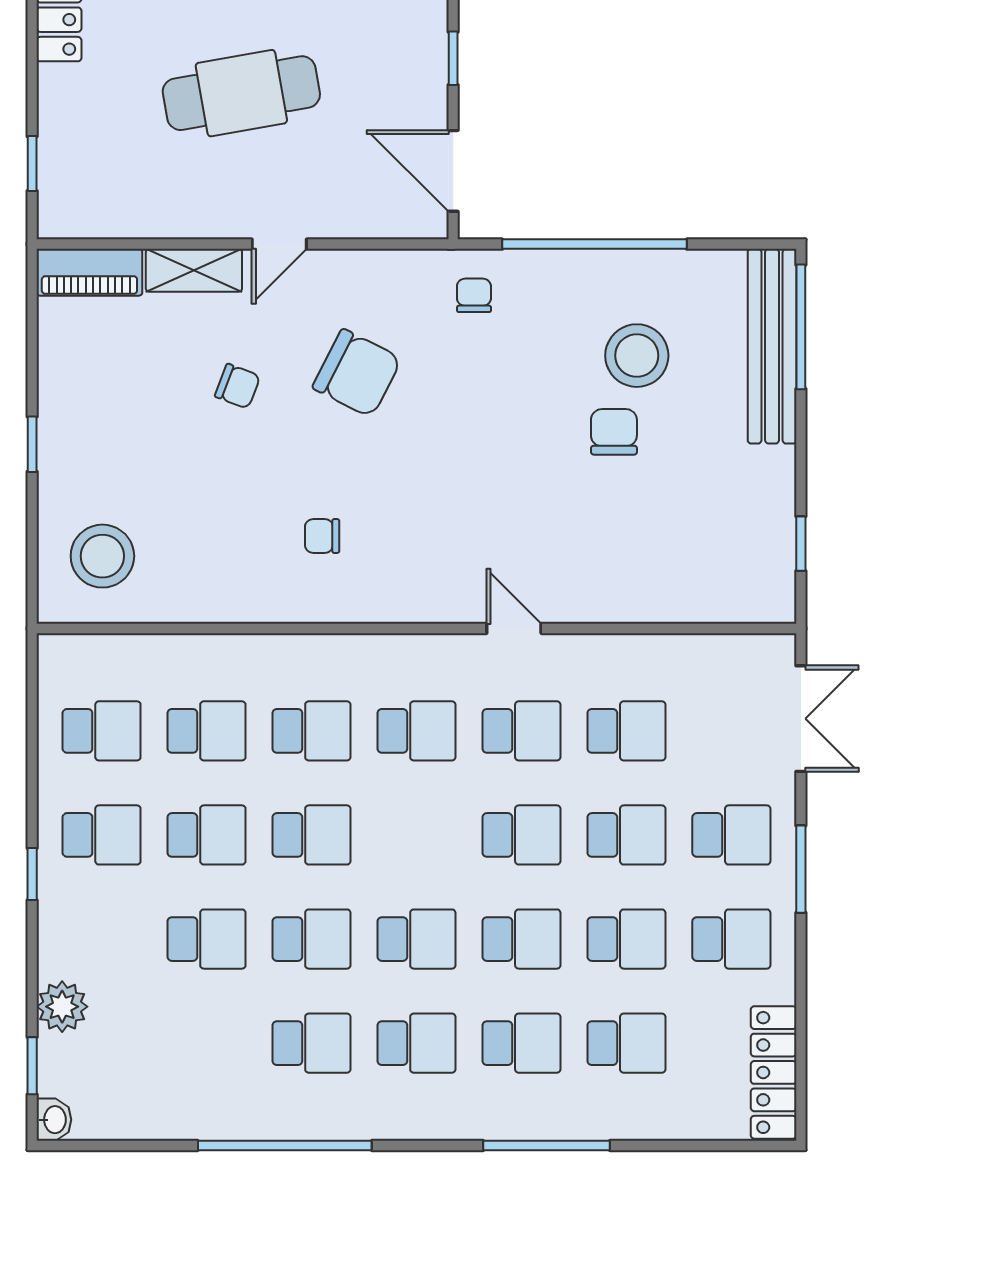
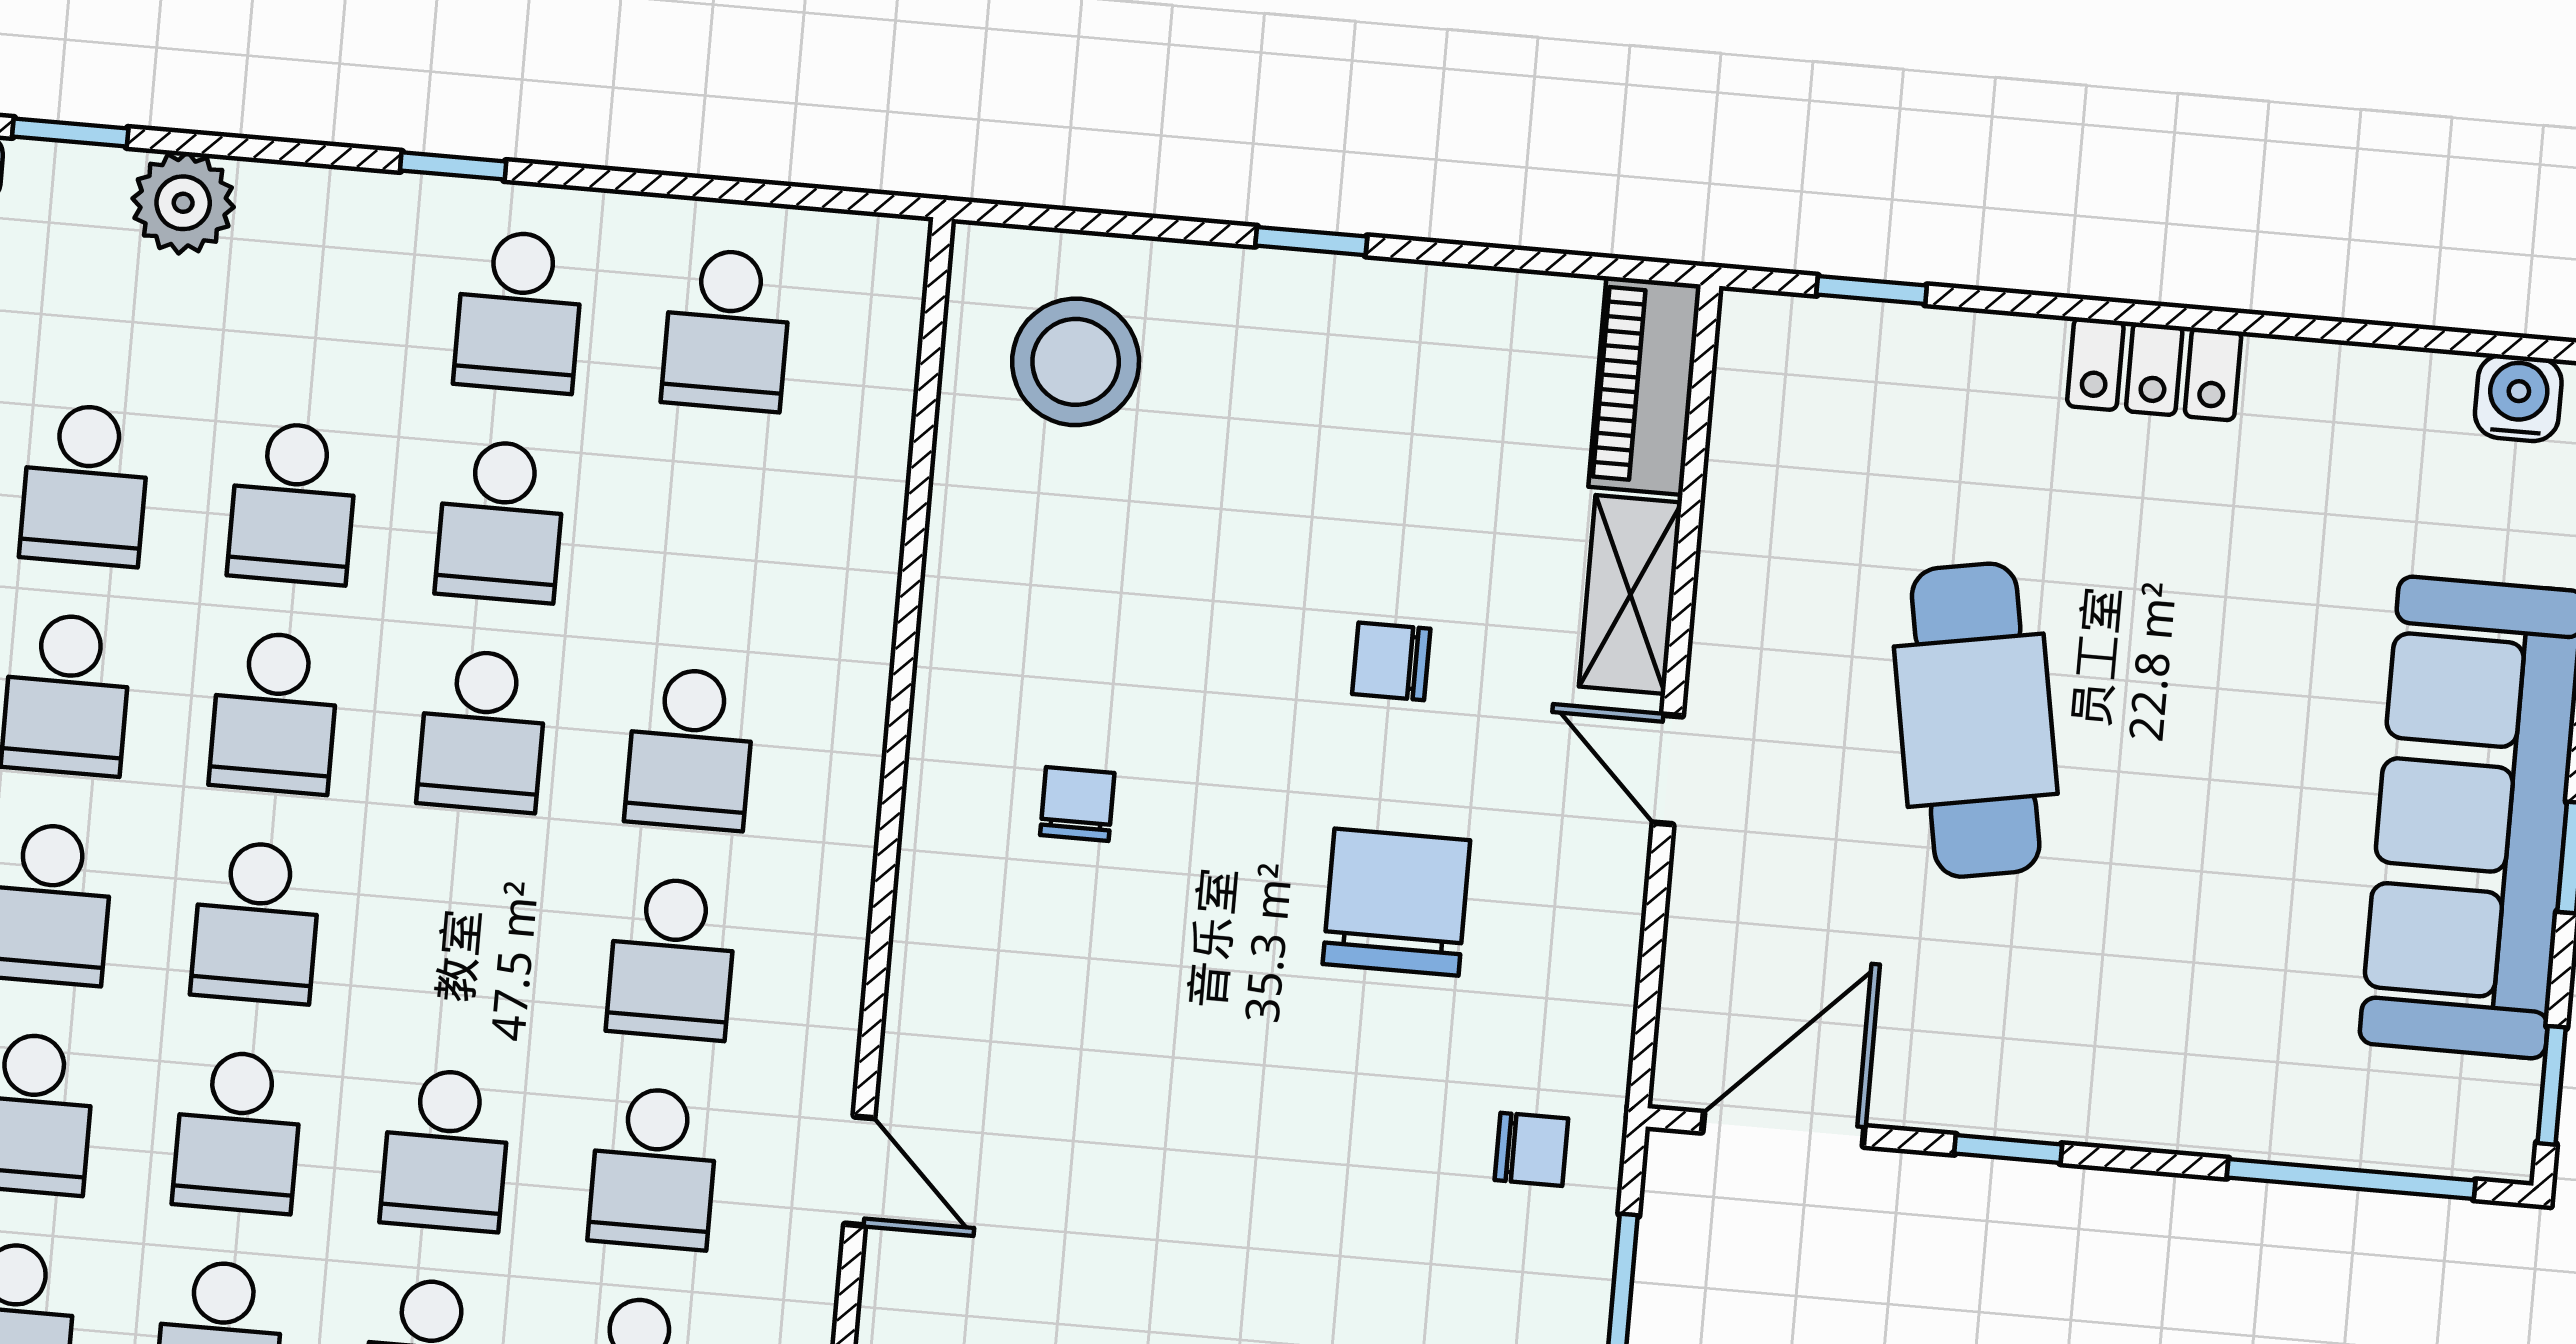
chair: (357, 373) -> (1396, 902), turned 153
chair: (237, 386) -> (1391, 661), turned 69
door: (514, 628) -> (859, 1171), hinge flipped
school desk: (207, 731) -> (85, 485), moved

